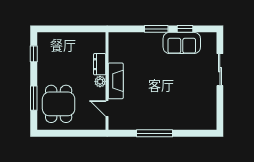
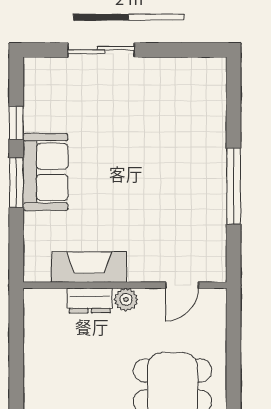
sofa: (182, 43) -> (46, 172), moved
fireplace: (116, 81) -> (89, 267), moved

